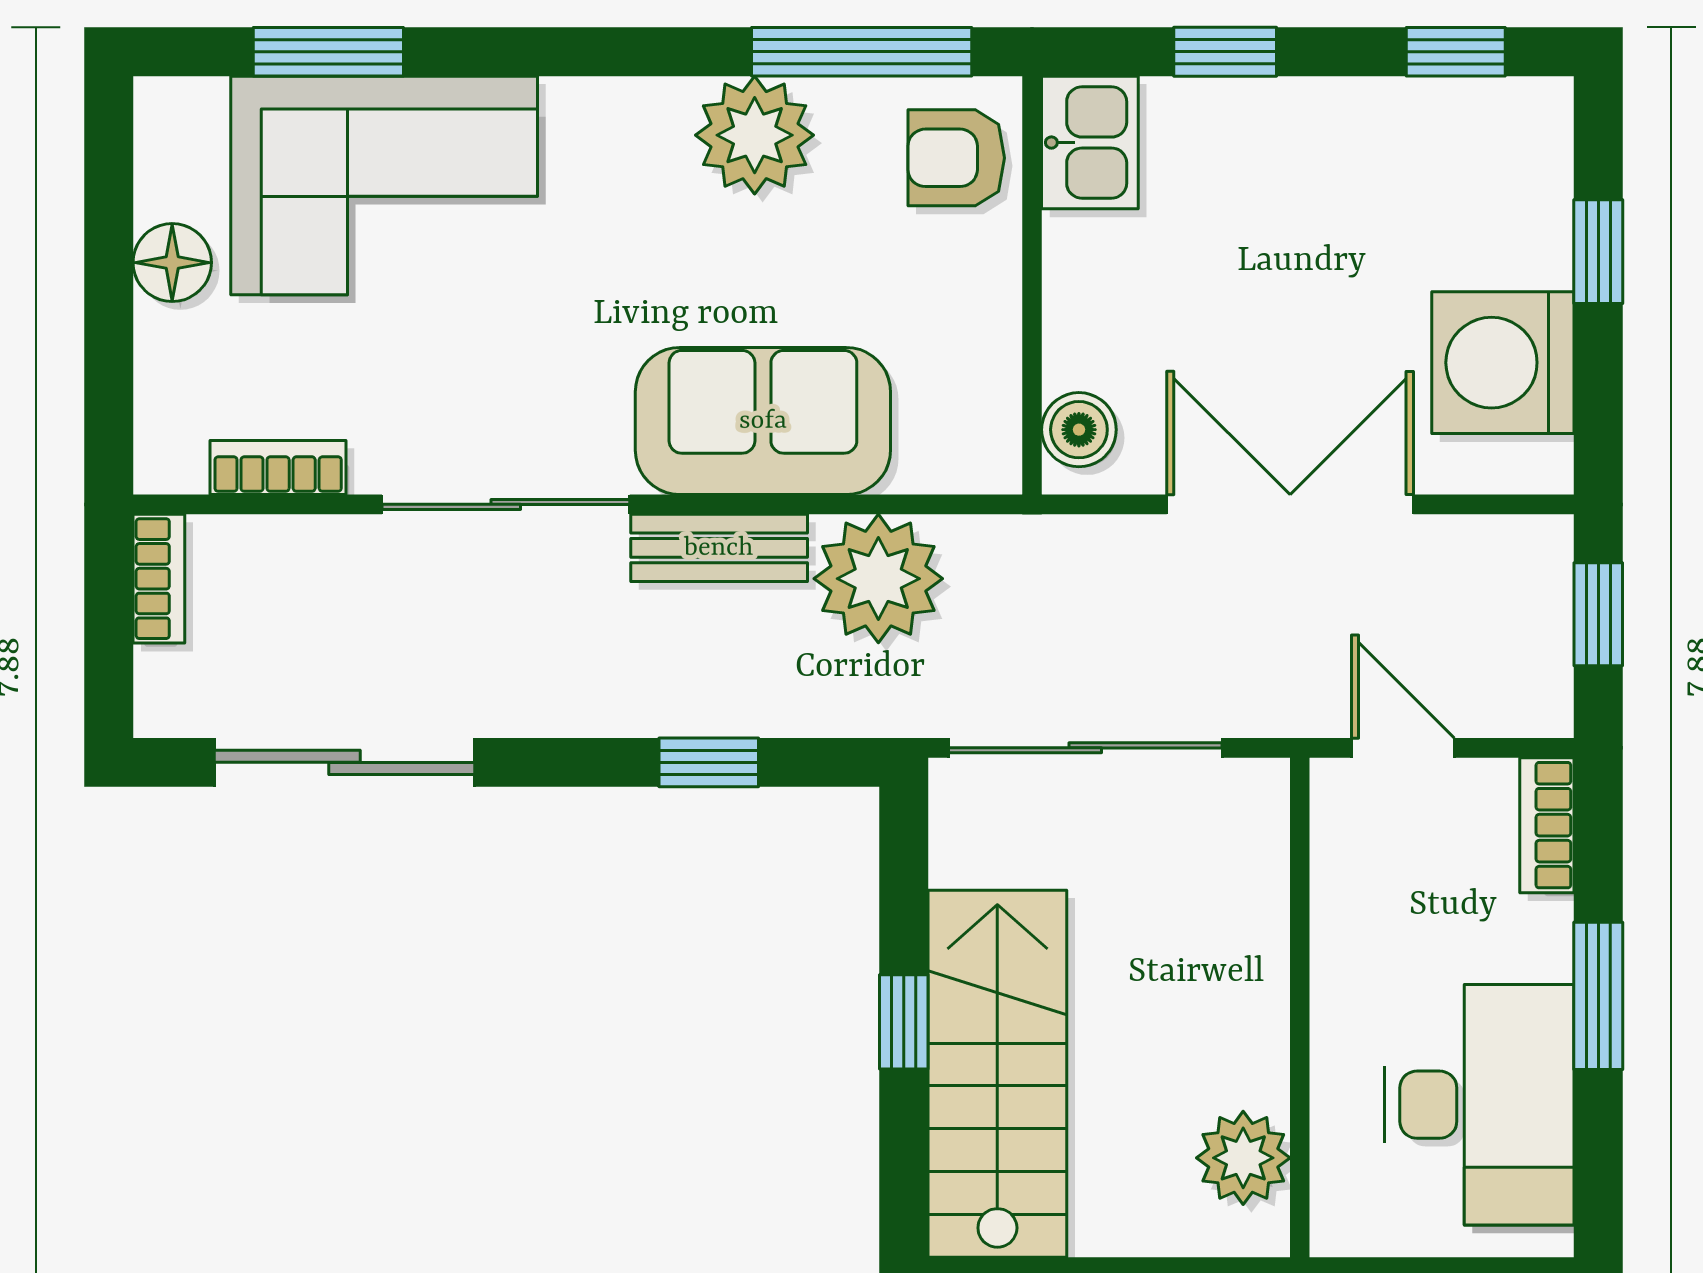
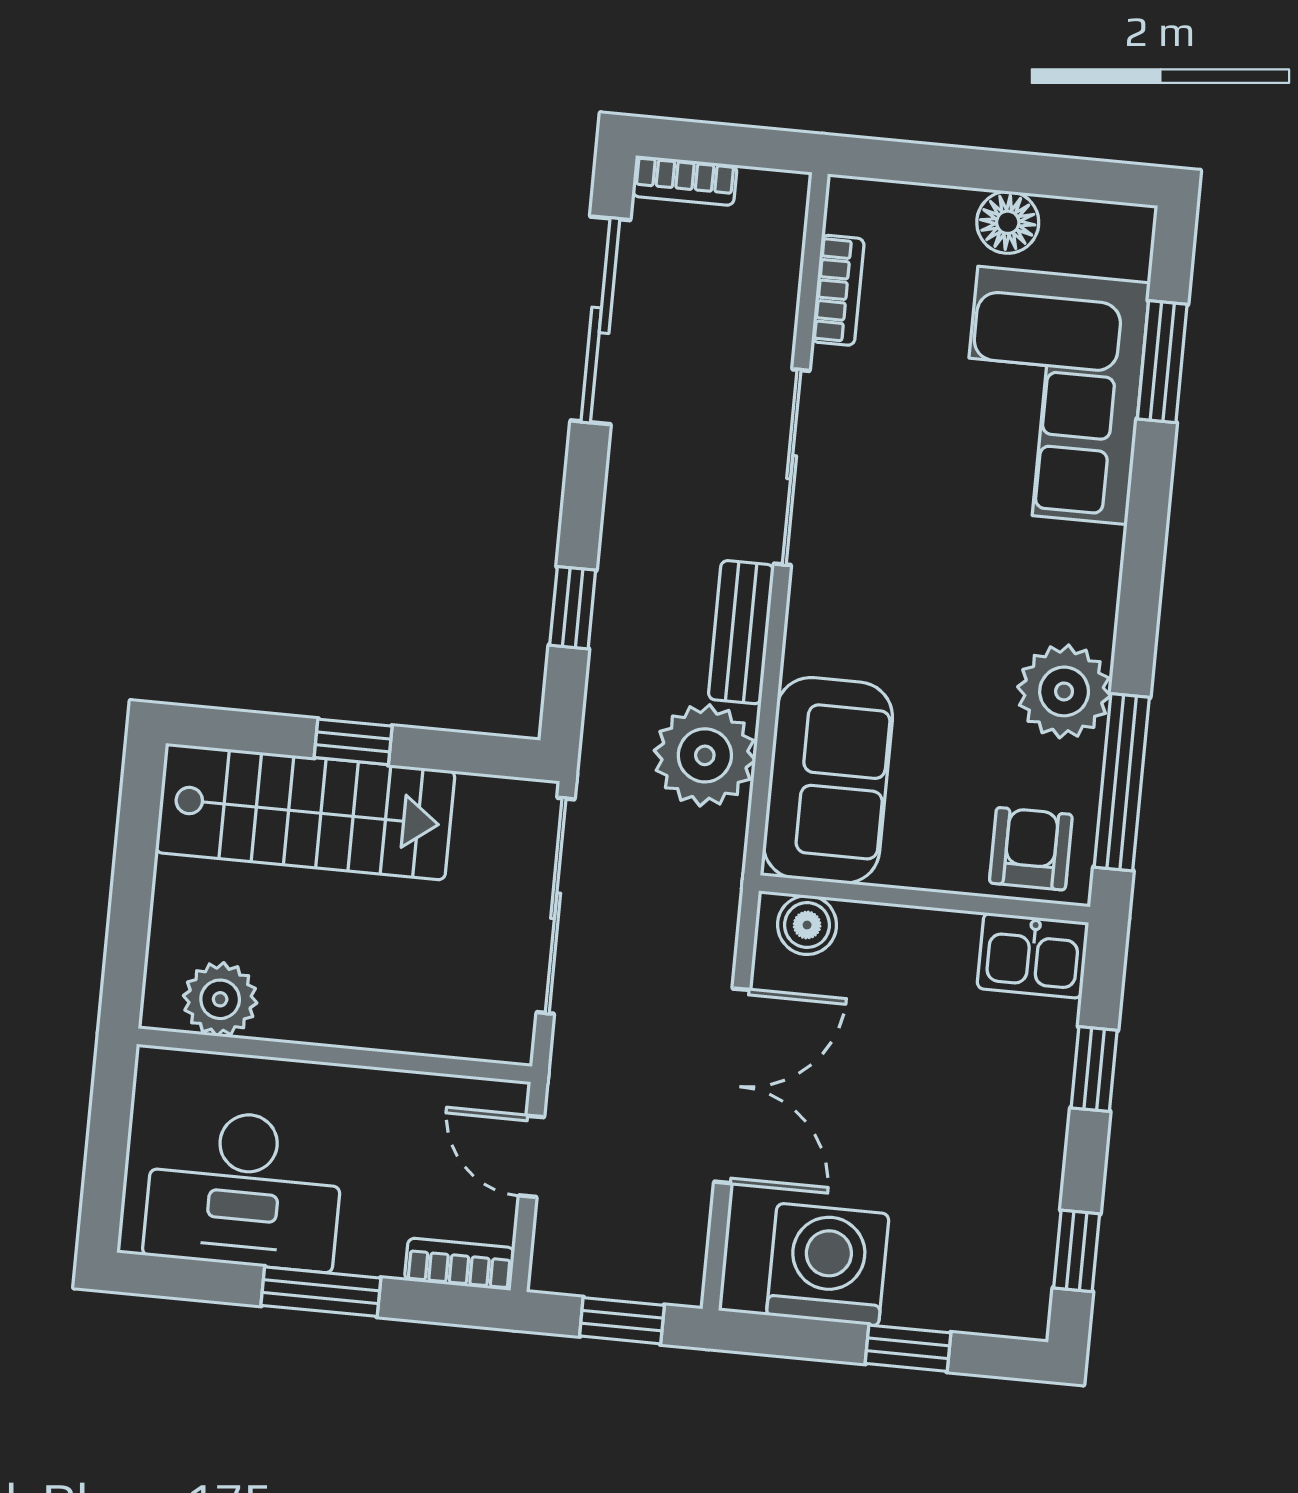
sofa: (763, 421) -> (828, 780), moved
bookcase: (159, 579) -> (685, 181), moved
door: (1403, 748) -> (531, 1156), swing flipped

